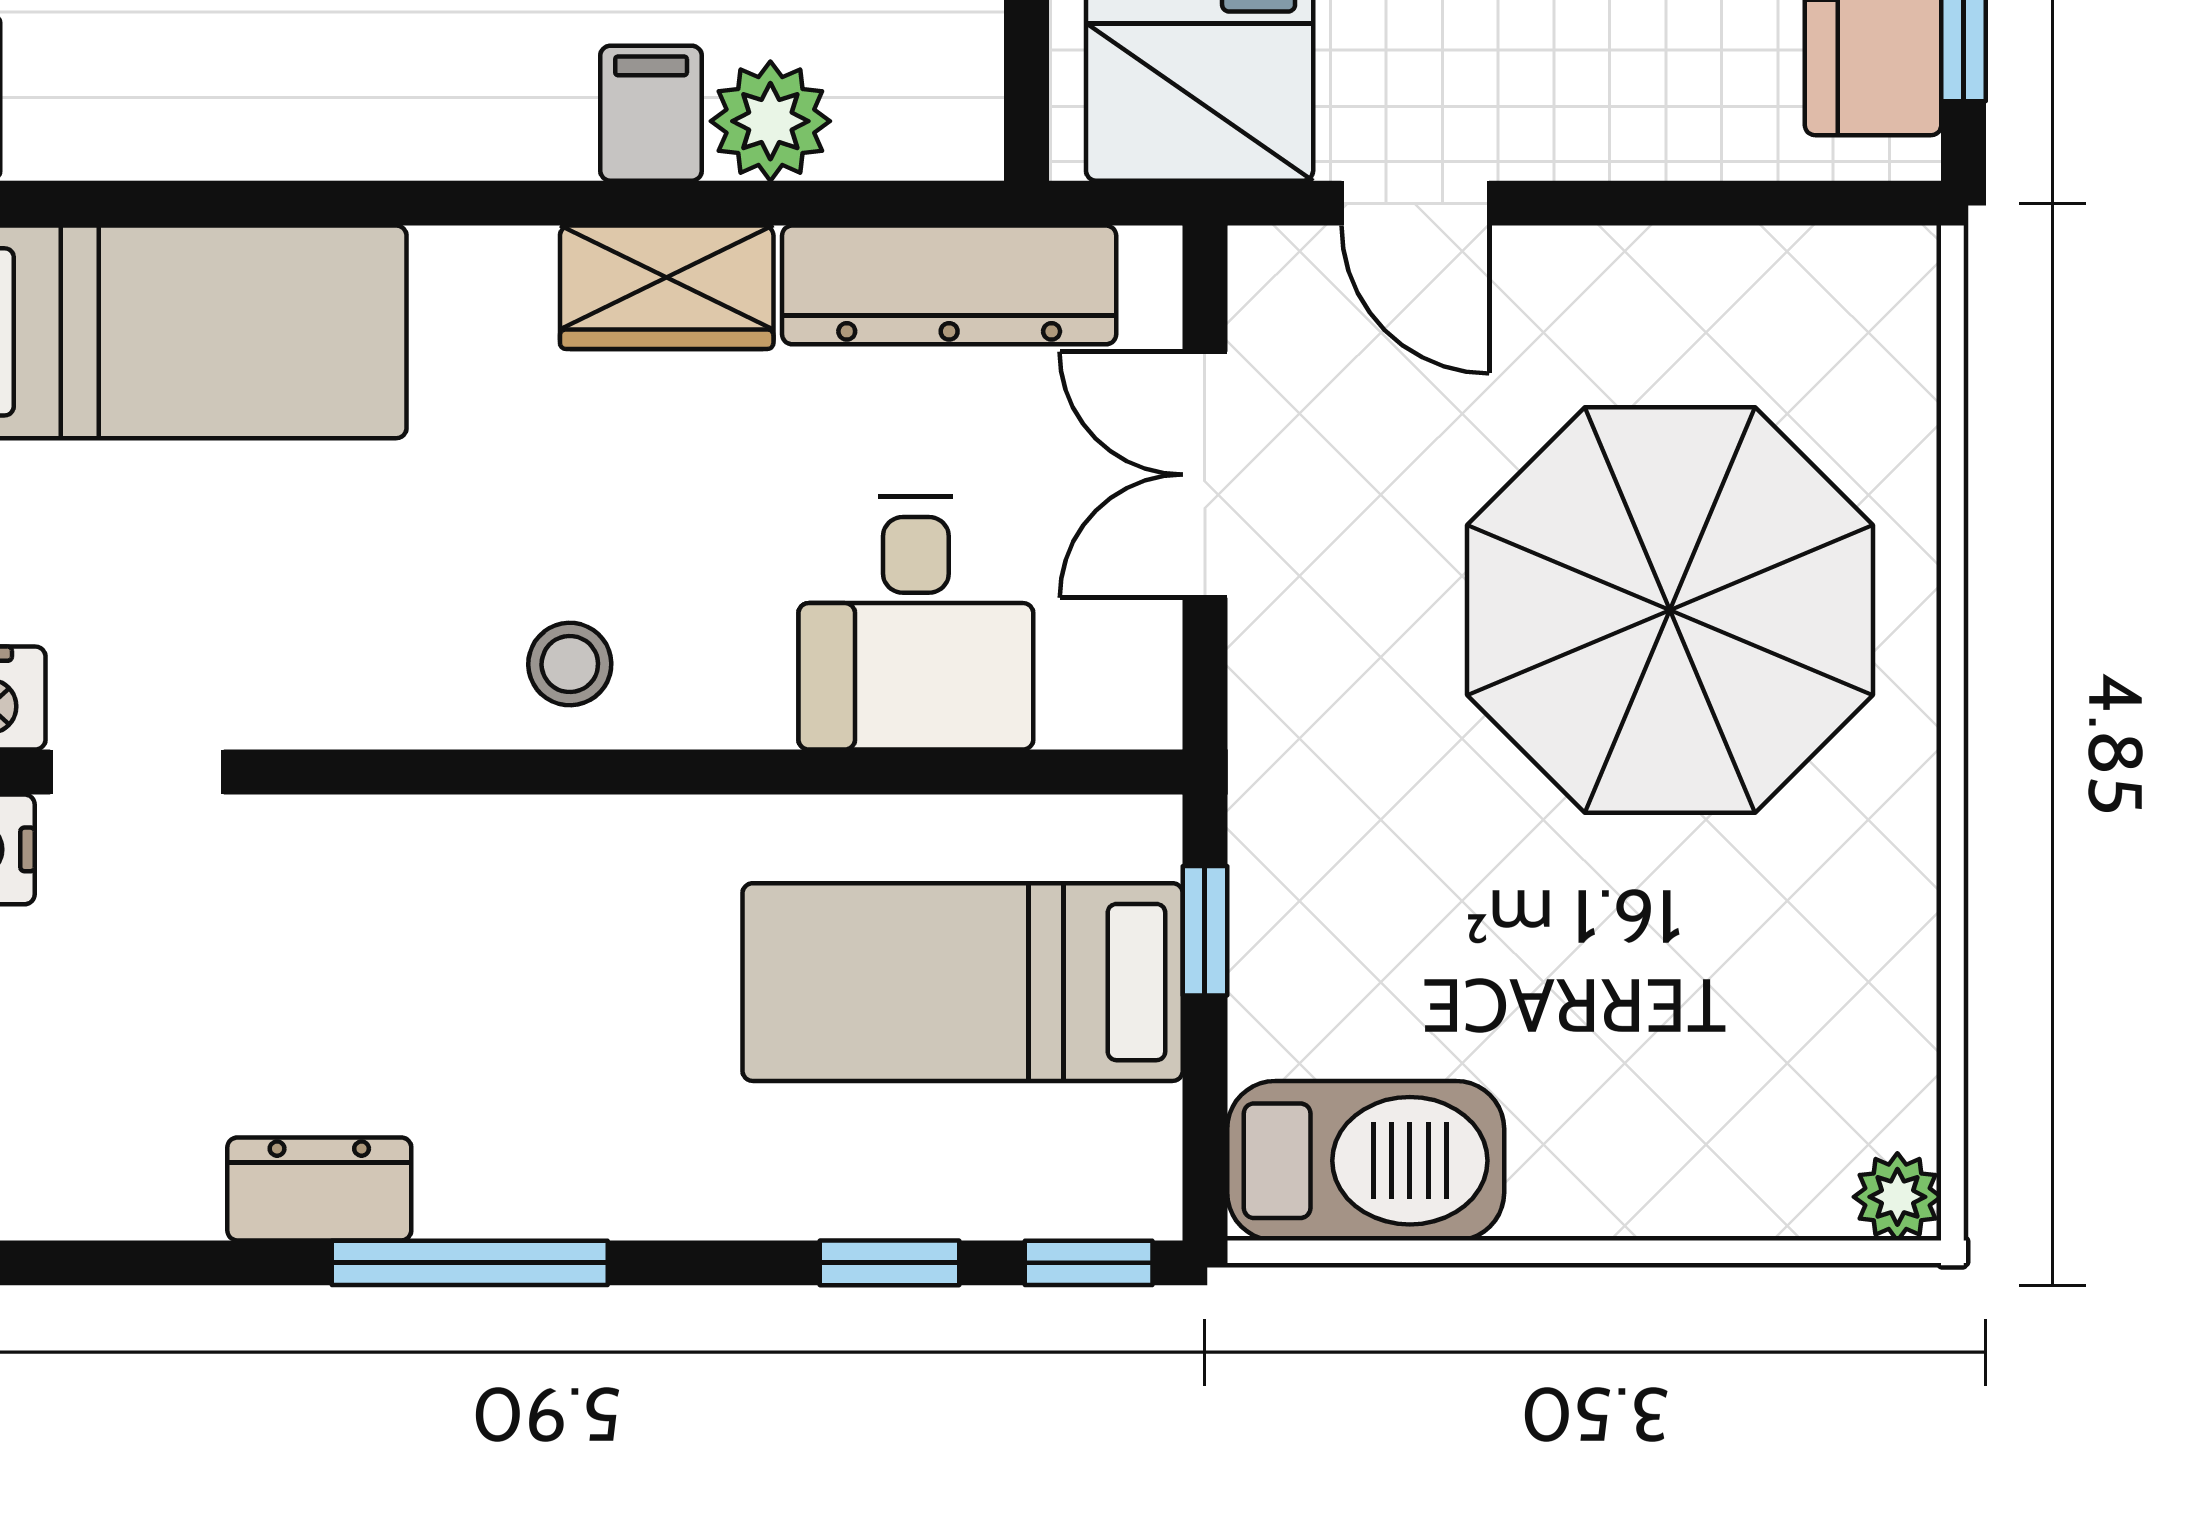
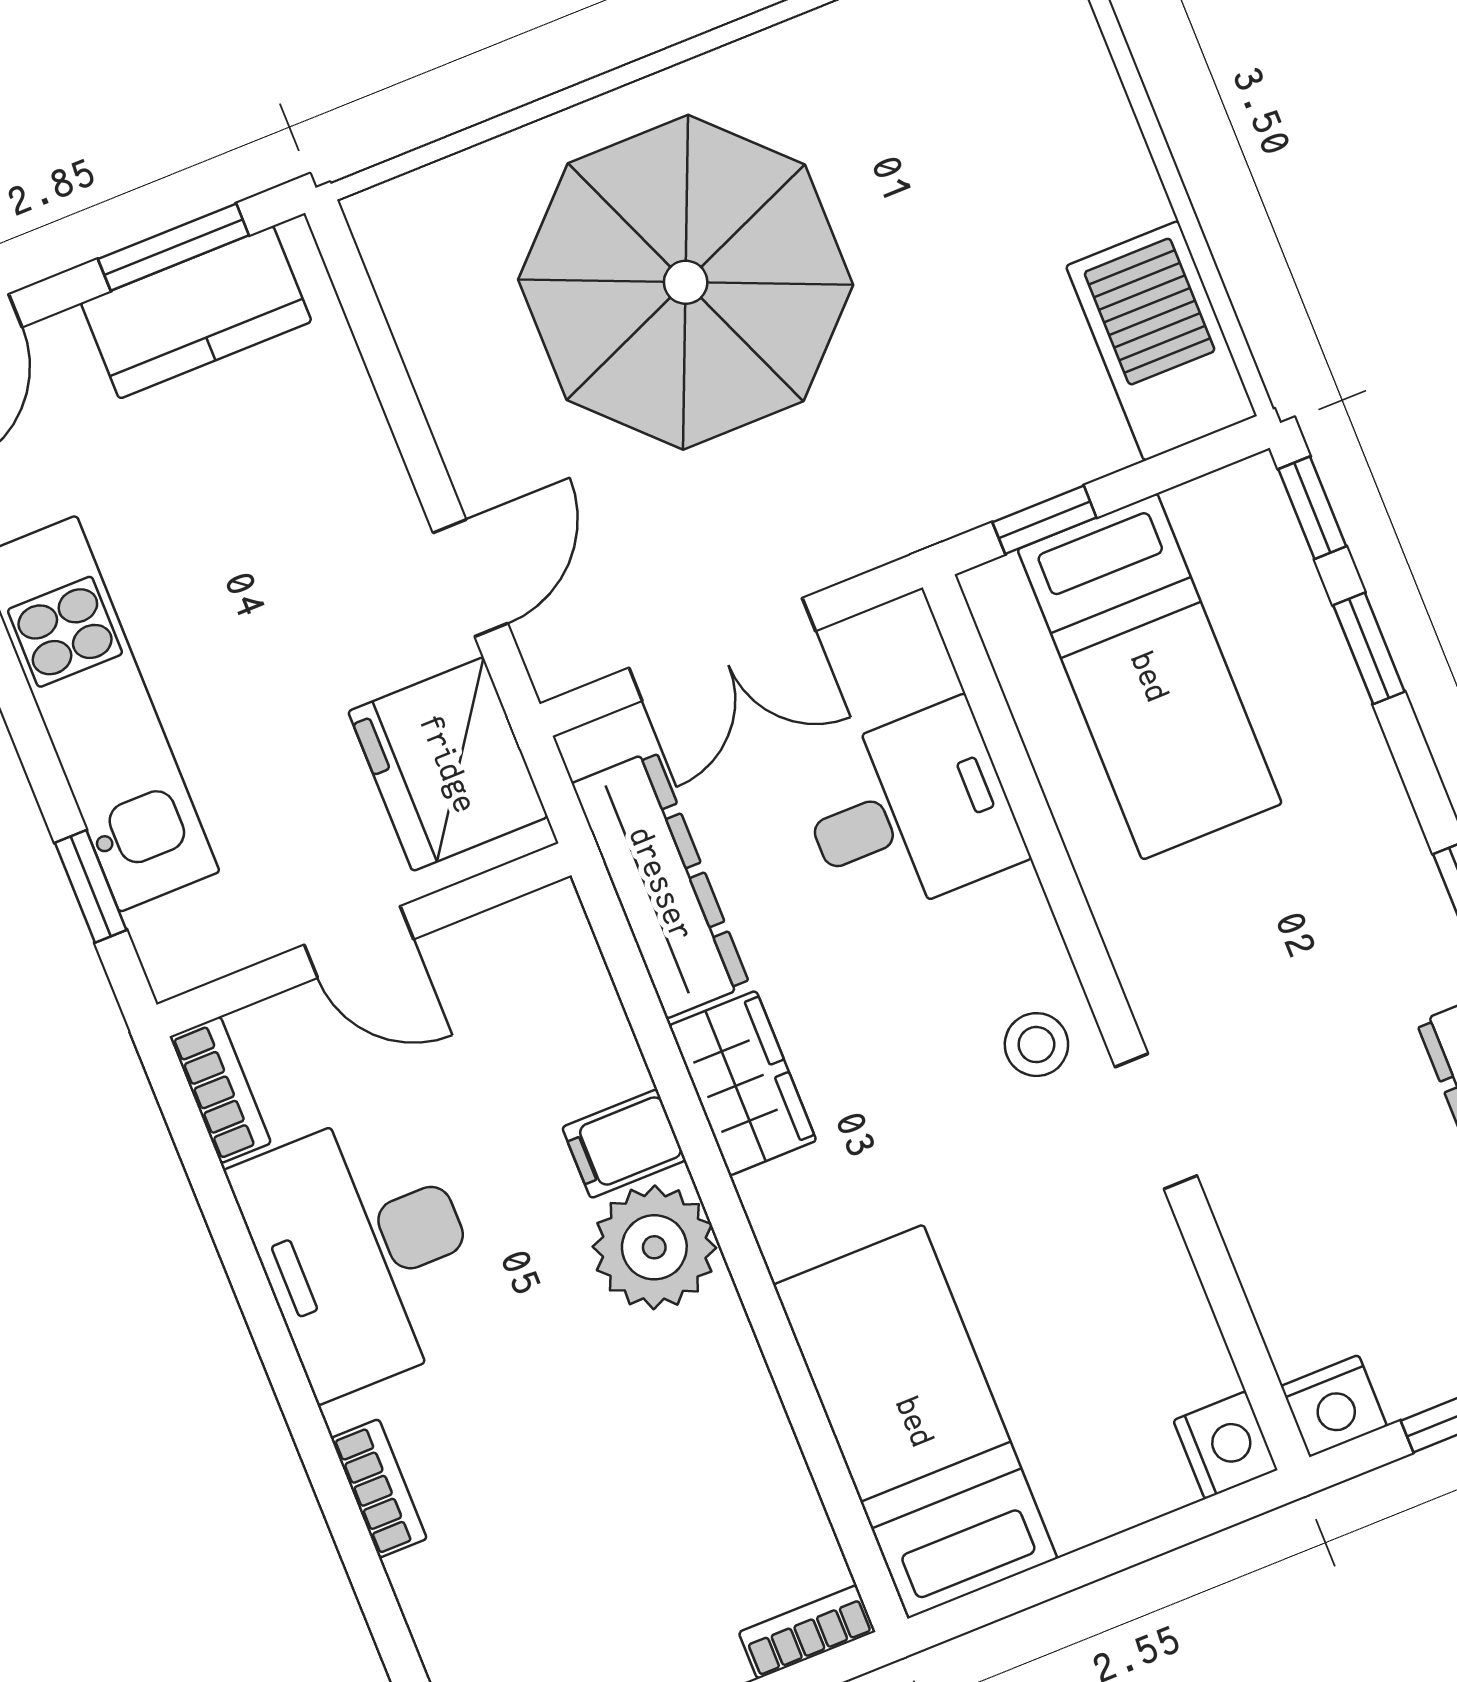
plant: (770, 121) -> (654, 1247), moved, width x1.36, depth x1.36
doorway: (137, 772) -> (1156, 1121), moved

